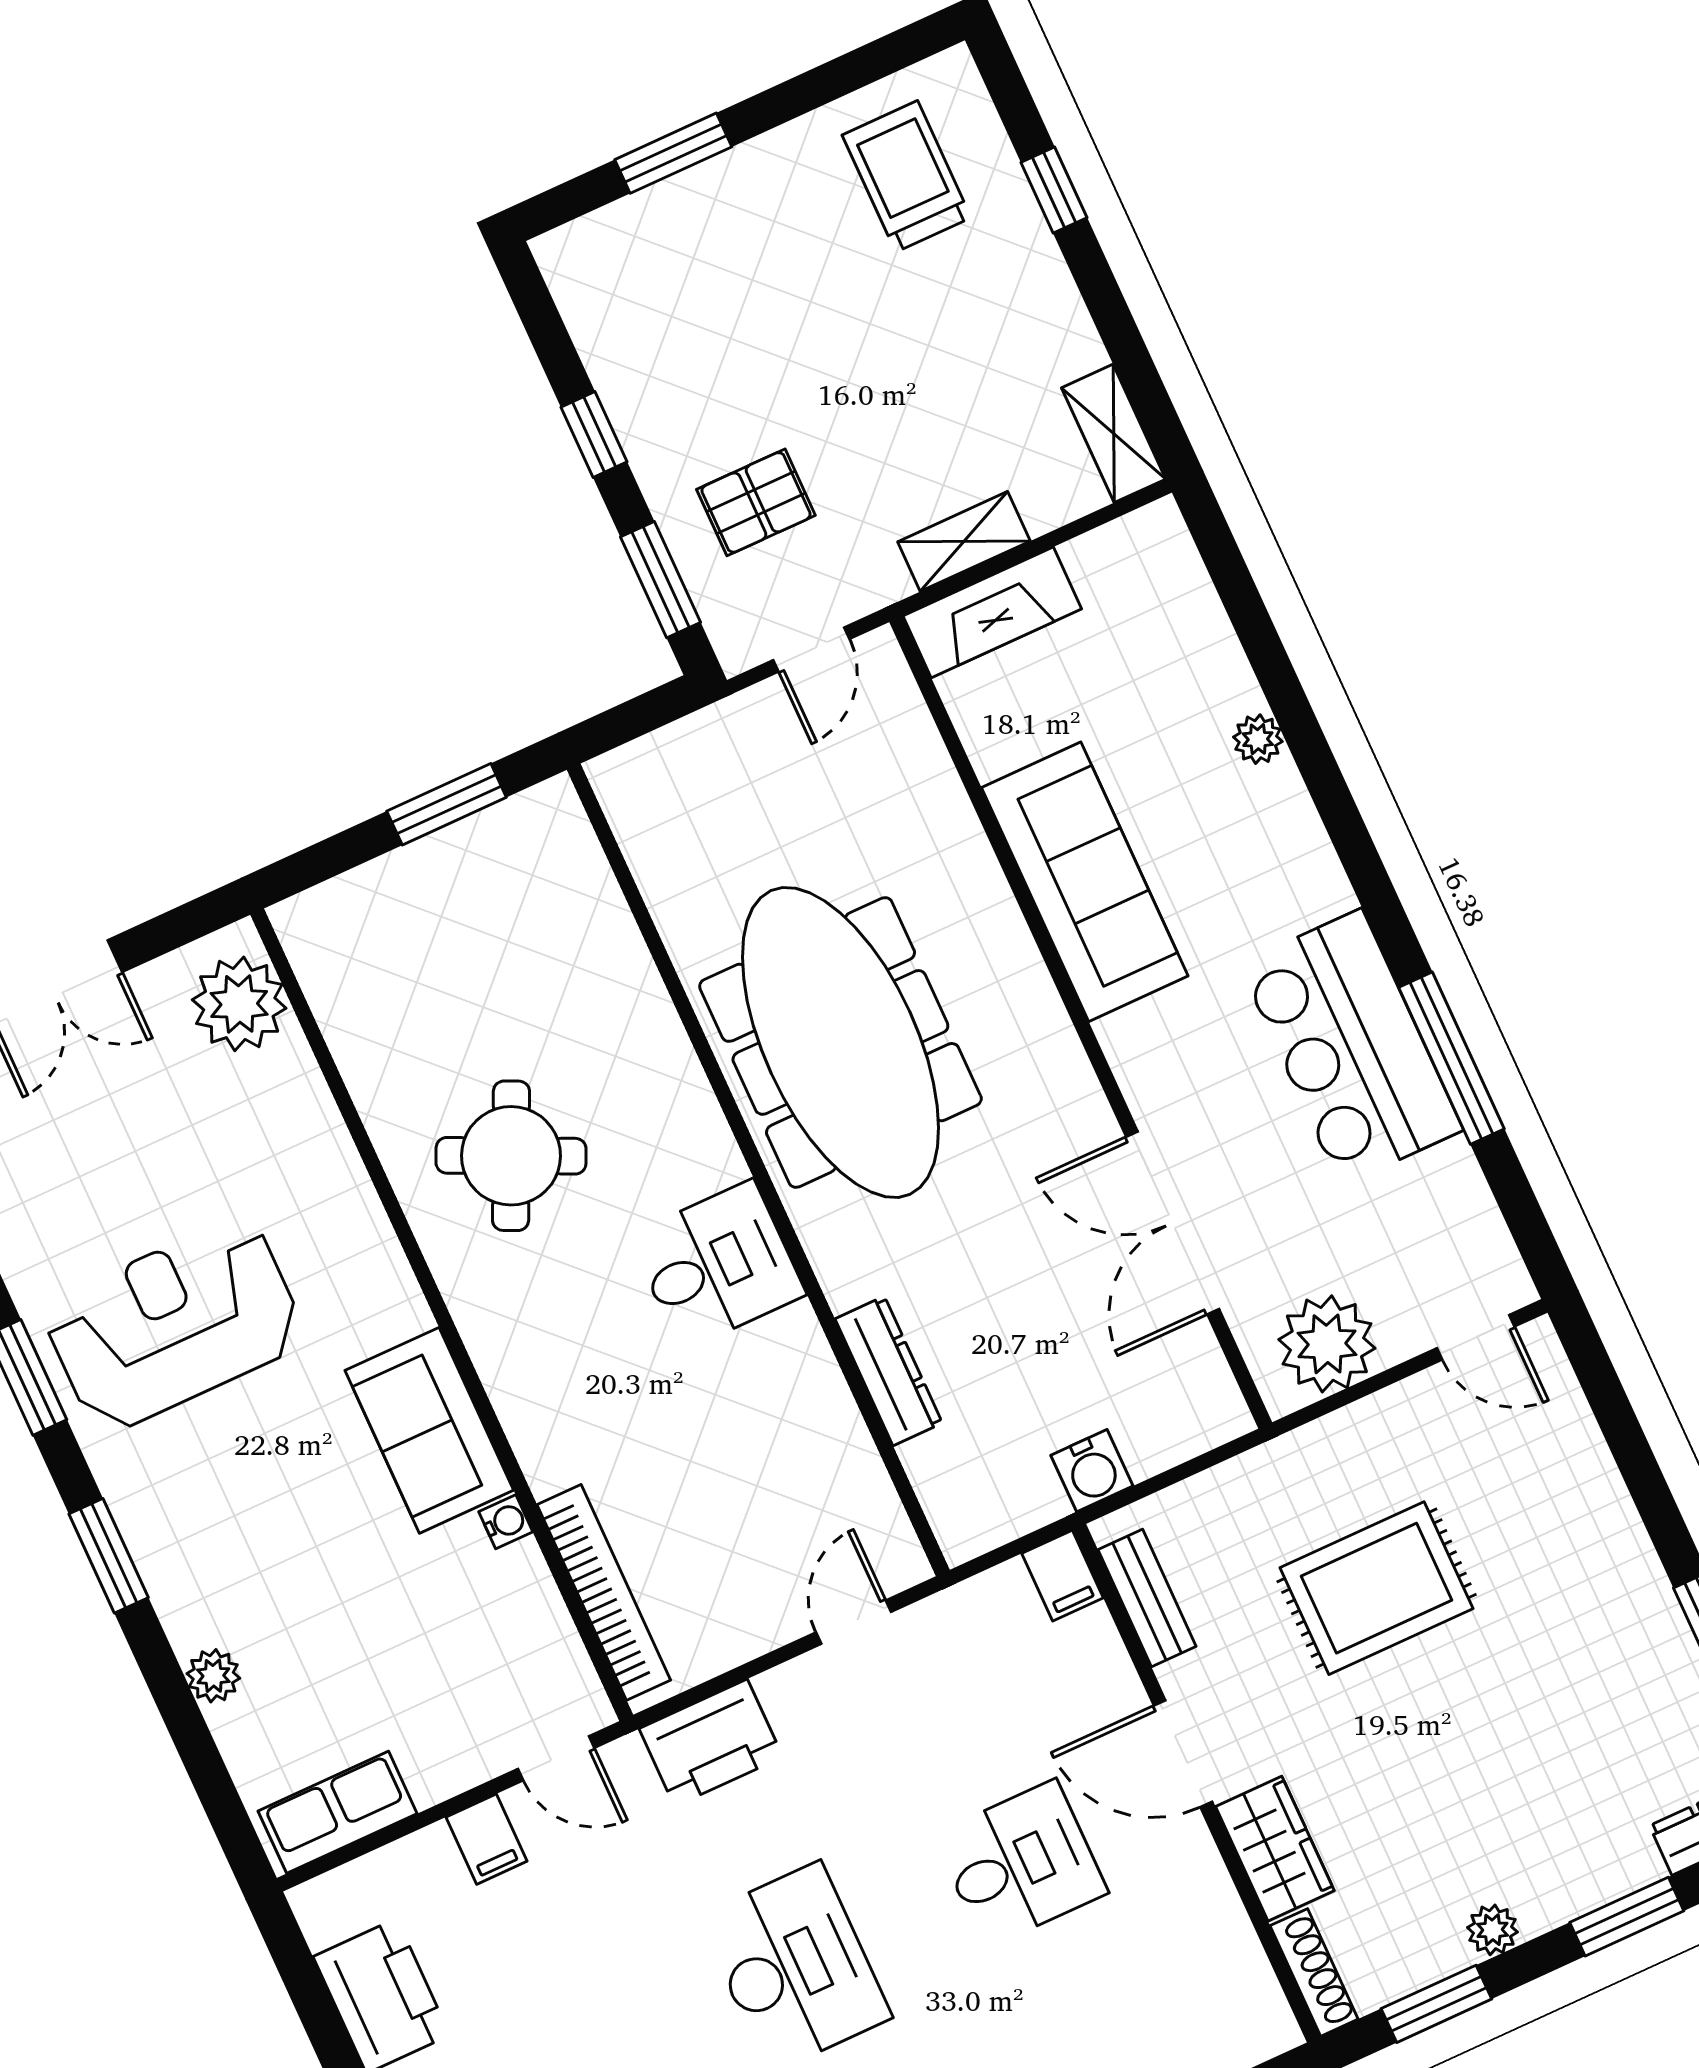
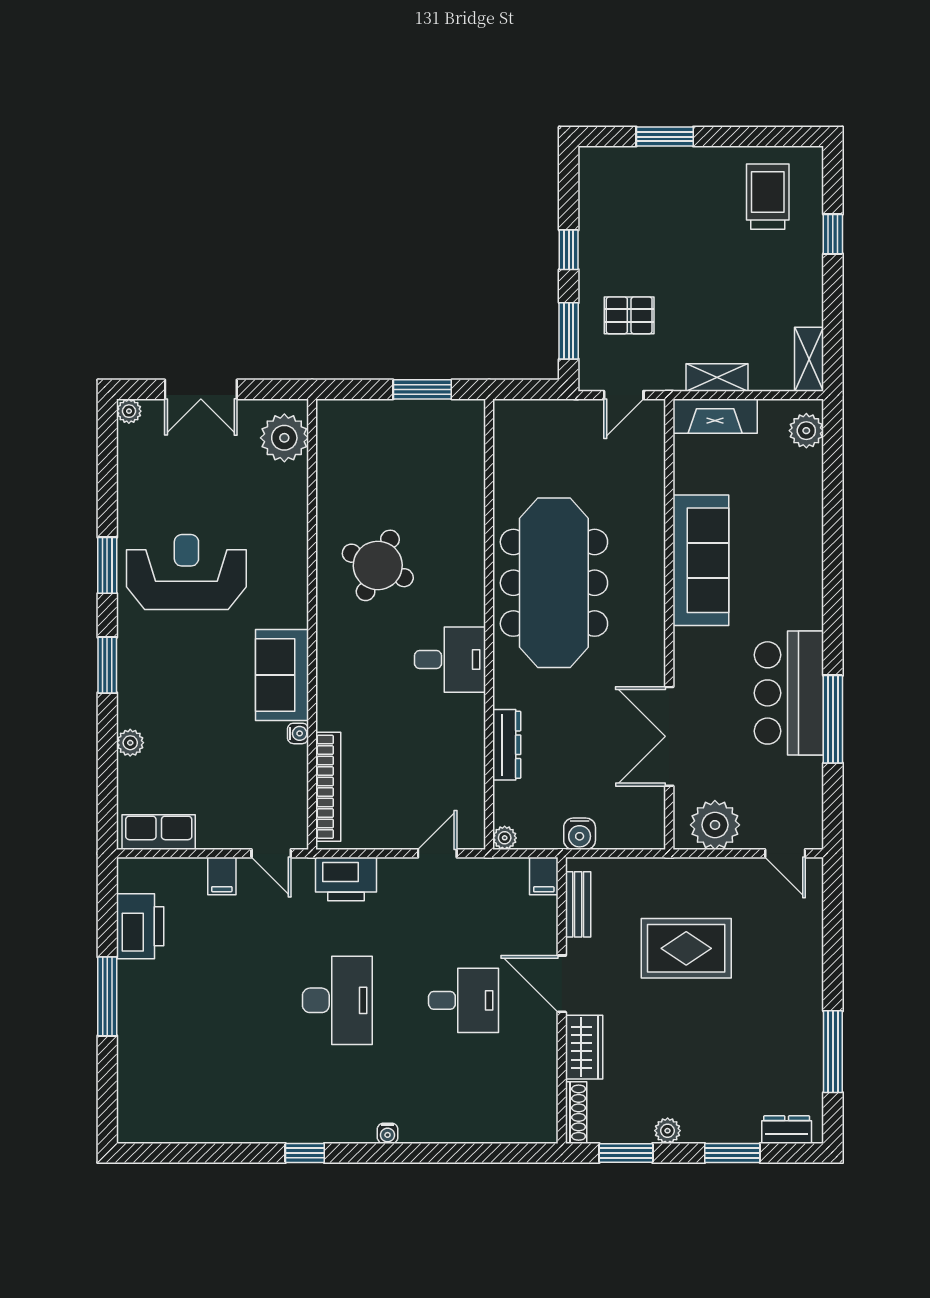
plant: (1258, 739) -> (806, 431), moved, width x1.38, depth x1.38
plant: (961, 1539) -> (505, 838), added

